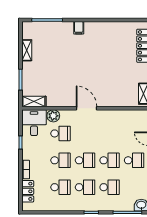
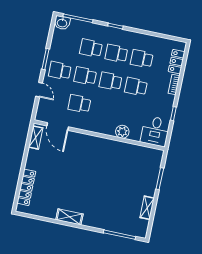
filing cabinet: (79, 28) -> (88, 220), removed
shelving: (34, 101) -> (69, 217), moved
door: (86, 108) -> (58, 126), moved
plant: (53, 116) -> (122, 132), moved
school desk: (61, 133) -> (79, 104), moved

